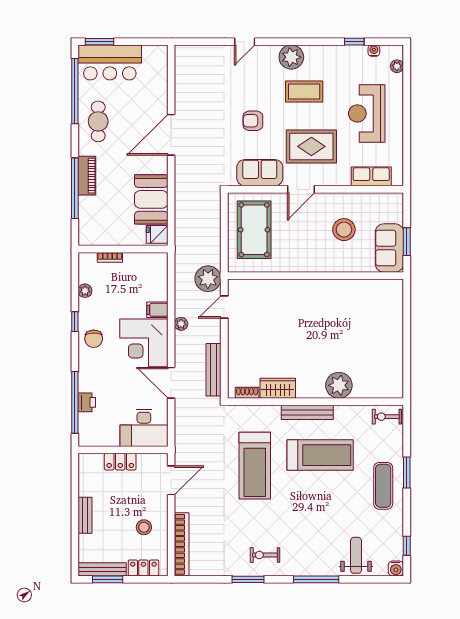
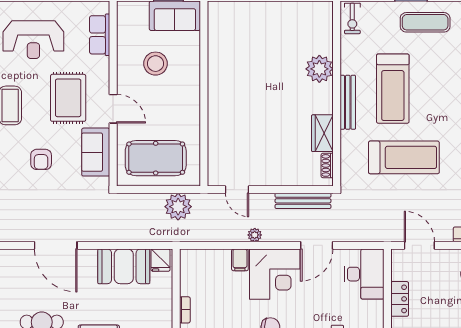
plant: (208, 279) -> (178, 207), moved
treadmill: (320, 455) -> (393, 89), turned 180

